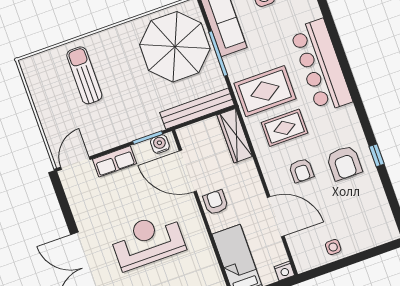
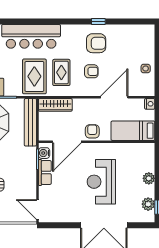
row of seats: (115, 161) -> (45, 173), moved
armchair: (216, 202) -> (92, 131), turned 90

